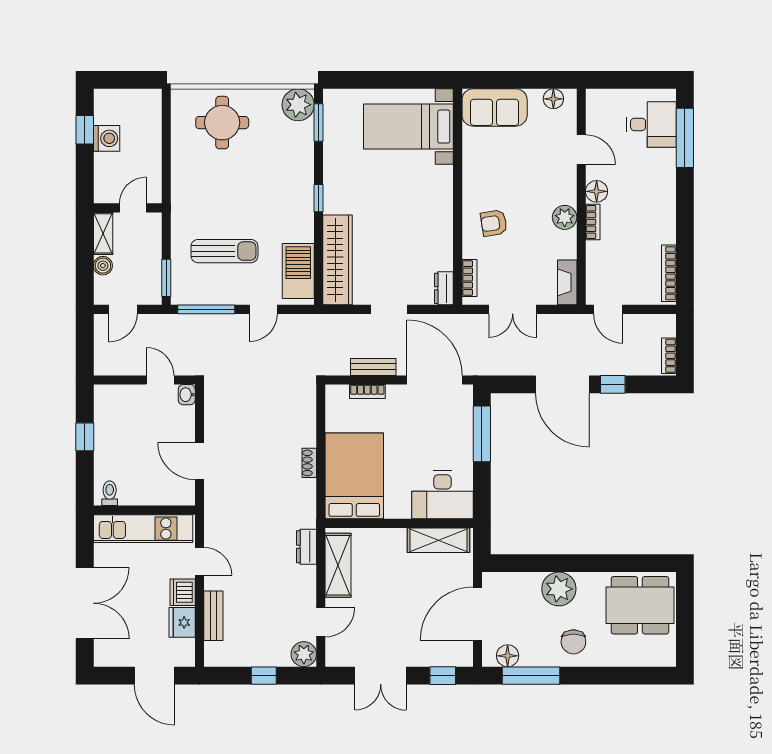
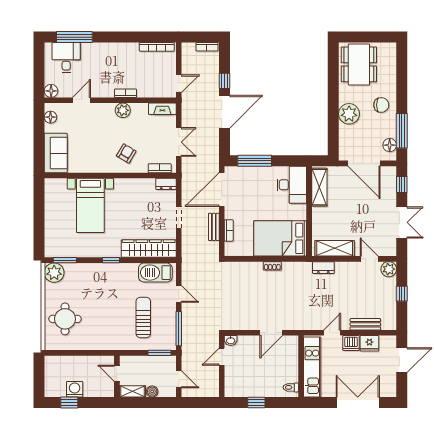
bed with nightstands: (408, 127) -> (90, 205), moved
floor lamp: (597, 191) -> (51, 91), moved
armchair: (494, 223) -> (126, 153), turned -140

